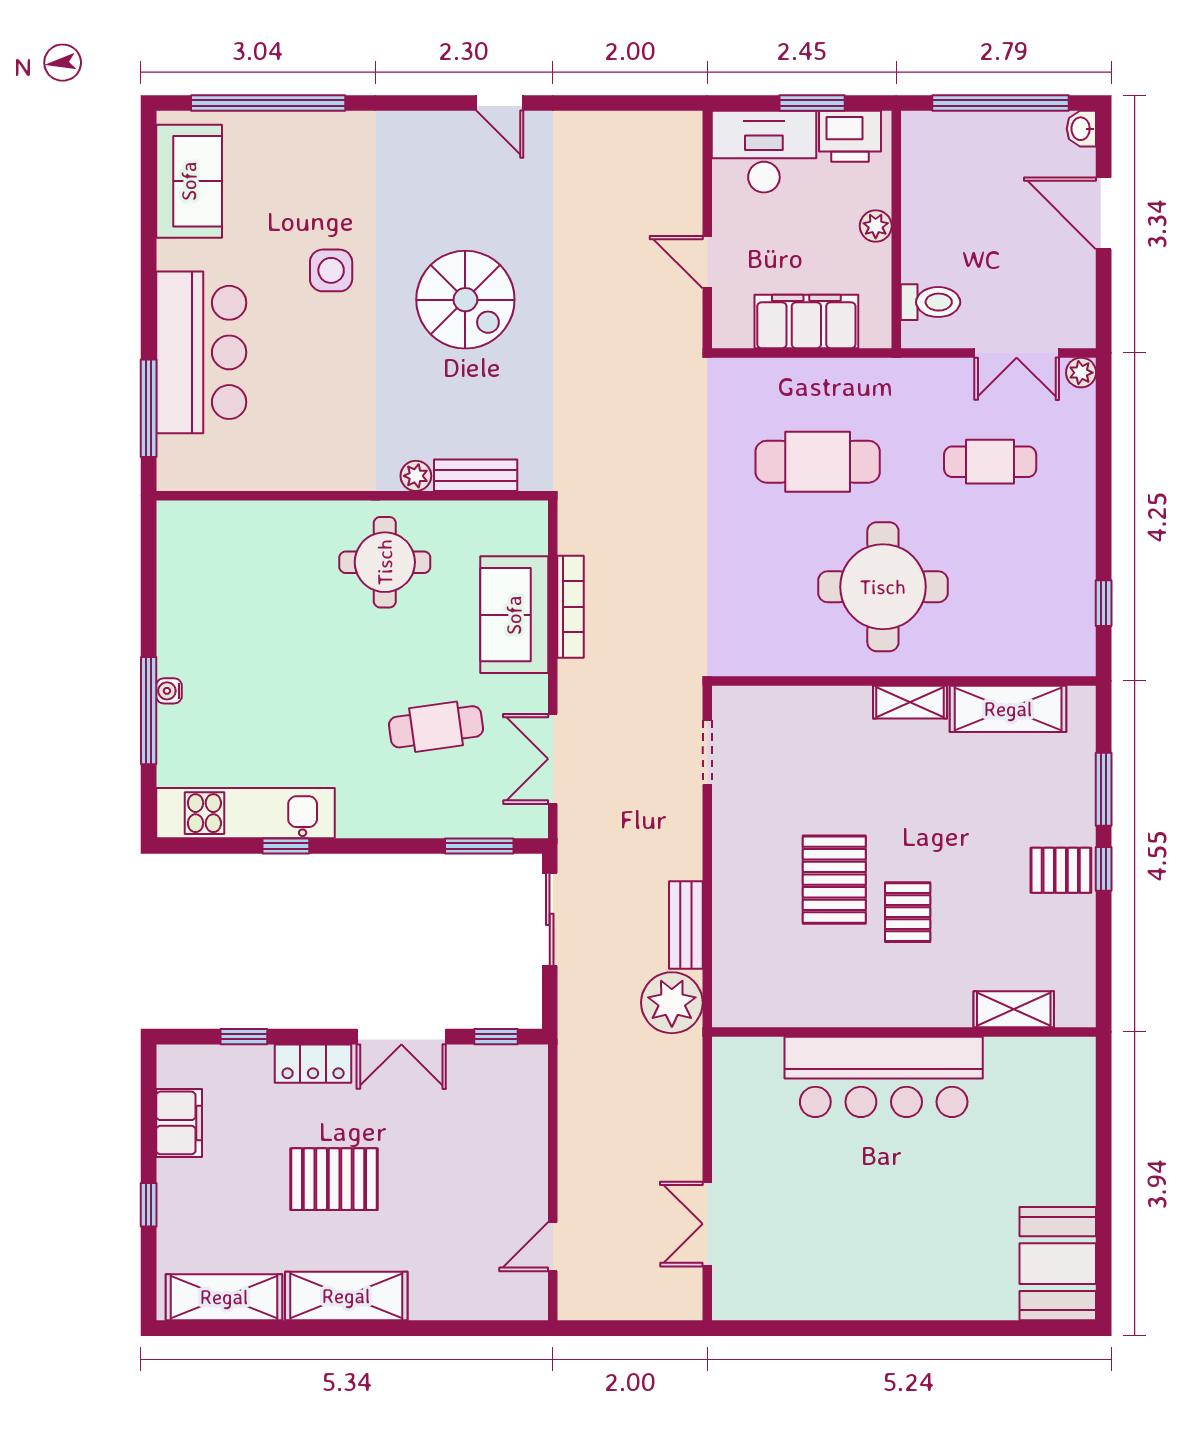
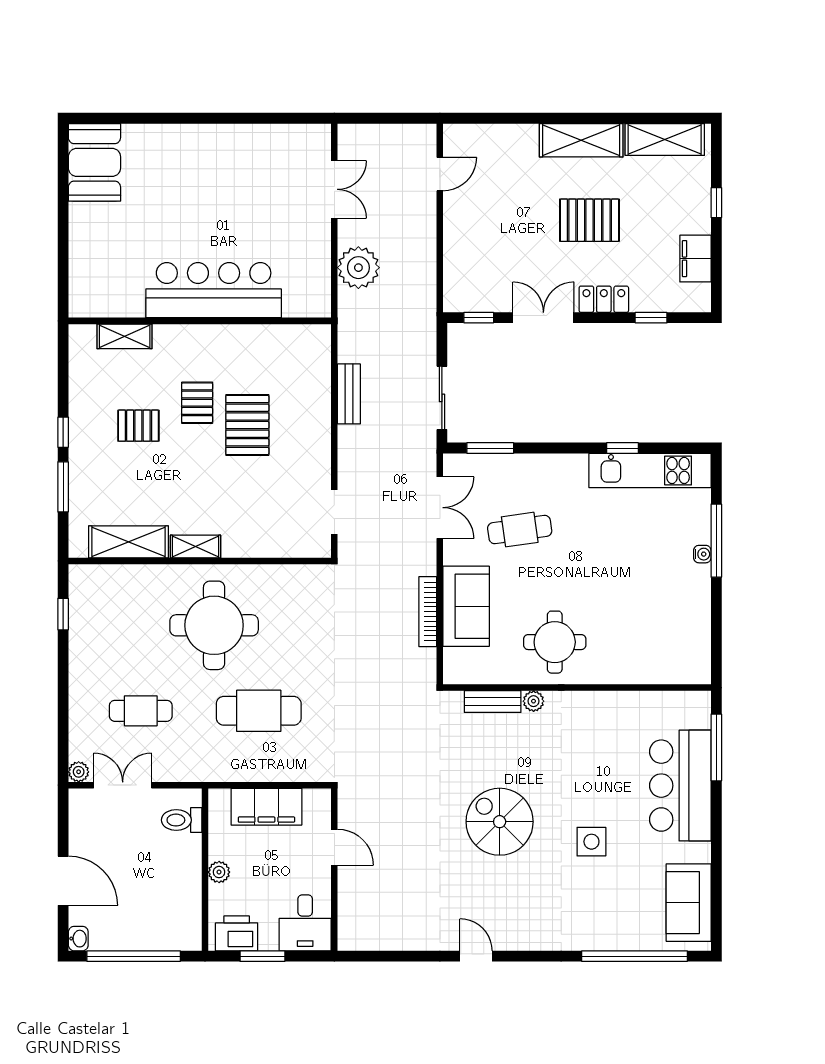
desk: (764, 152) -> (305, 923), width x0.73
pallet: (1061, 870) -> (138, 426), moved
plant: (672, 1003) -> (358, 268), moved

